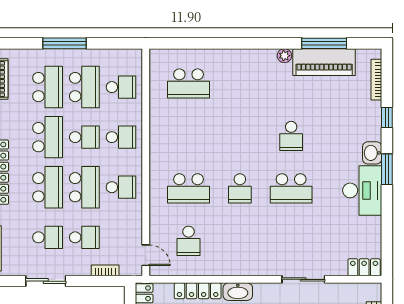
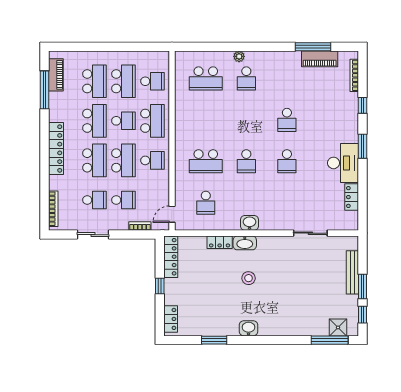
window: (65, 43) -> (108, 47), removed
plant: (284, 56) -> (239, 56), moved
piano: (324, 62) -> (320, 59), width x0.73, depth x0.75
school desk: (240, 83) -> (246, 78), added
school desk: (121, 137) -> (152, 121), width x1.85
washbasin: (372, 153) -> (249, 223), moved, turned 90
school desk: (291, 188) -> (287, 161), width x0.54
door: (146, 255) -> (172, 214), swing flipped
locker: (364, 267) -> (352, 197), moved, turned -90
sliding door: (303, 279) -> (310, 233), moved
locker: (198, 291) -> (220, 242), width x0.66

